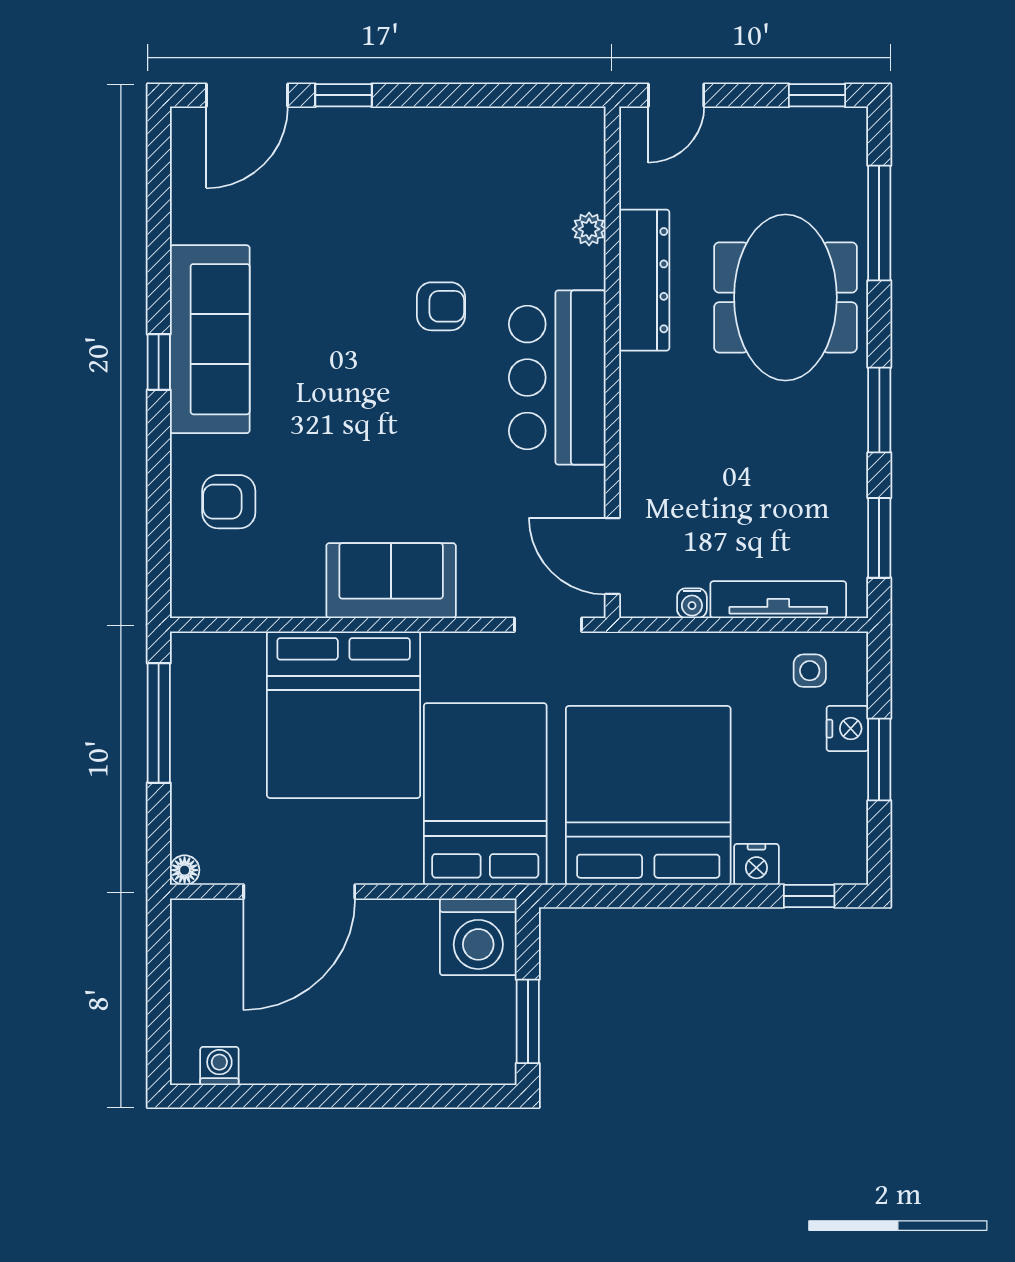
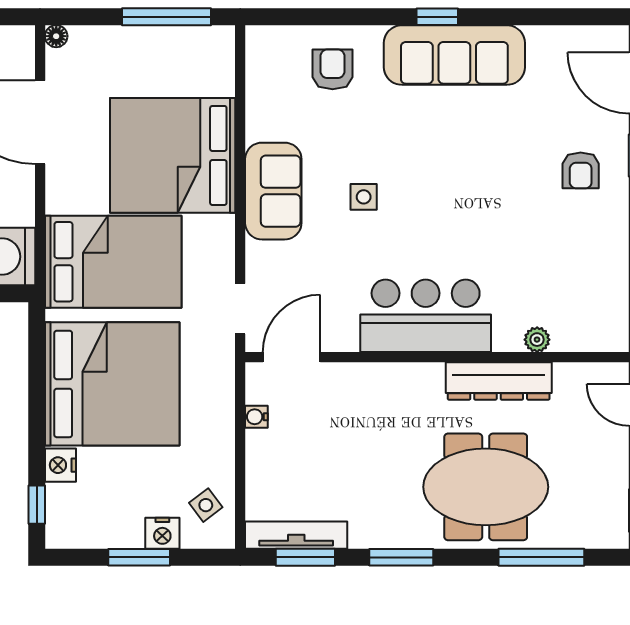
armchair: (441, 306) -> (581, 170), moved
side table: (399, 460) -> (364, 197), added
tv unit: (778, 600) -> (296, 535), moved, turned -90
side table: (810, 671) -> (206, 505), turned -37

